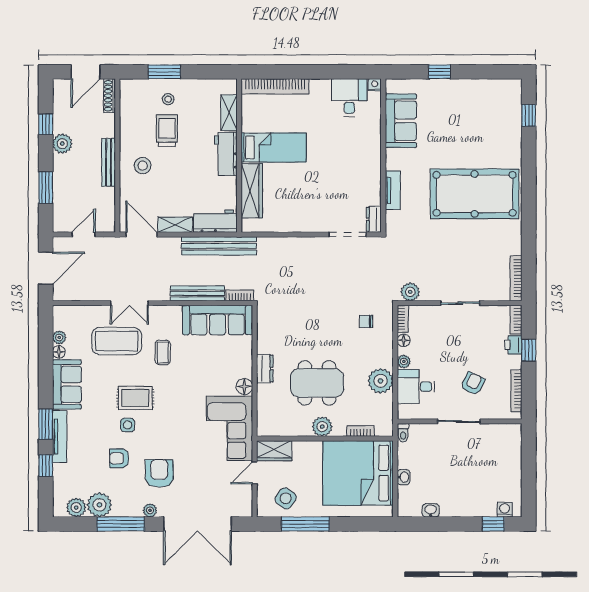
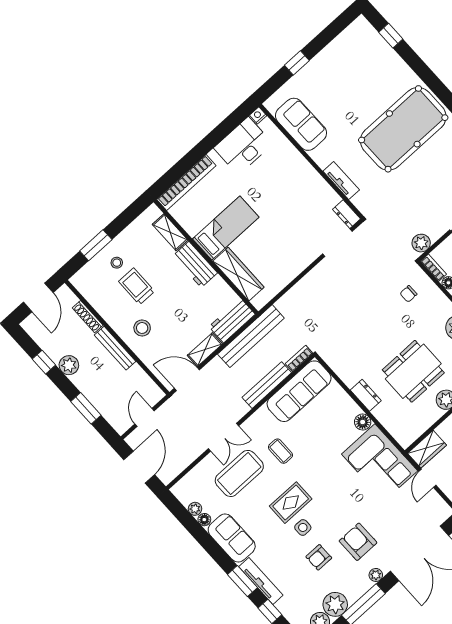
shoe rack: (110, 96) -> (88, 317), moved
desk: (349, 98) -> (243, 146), width x1.37

